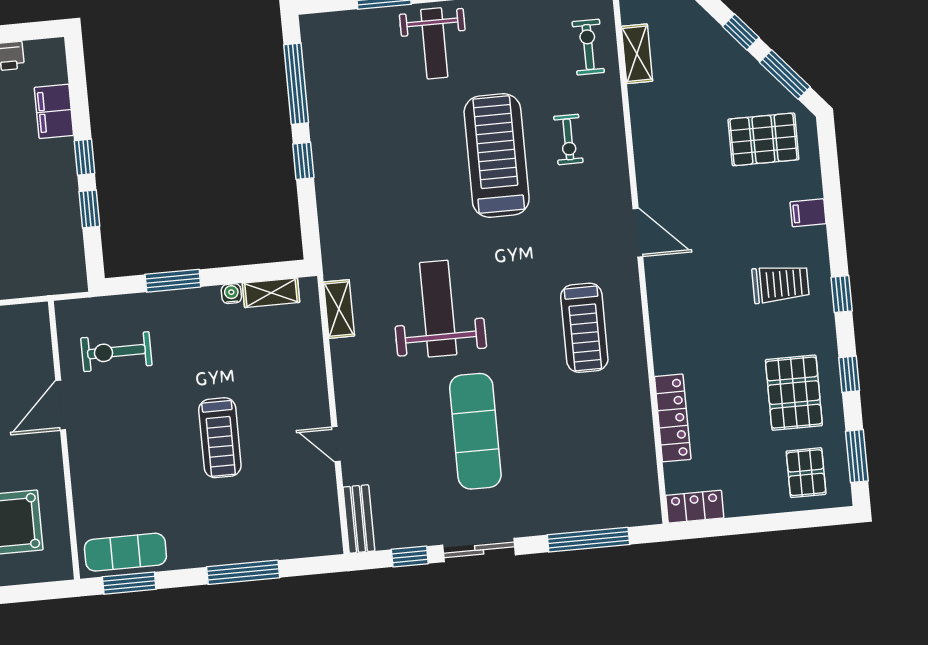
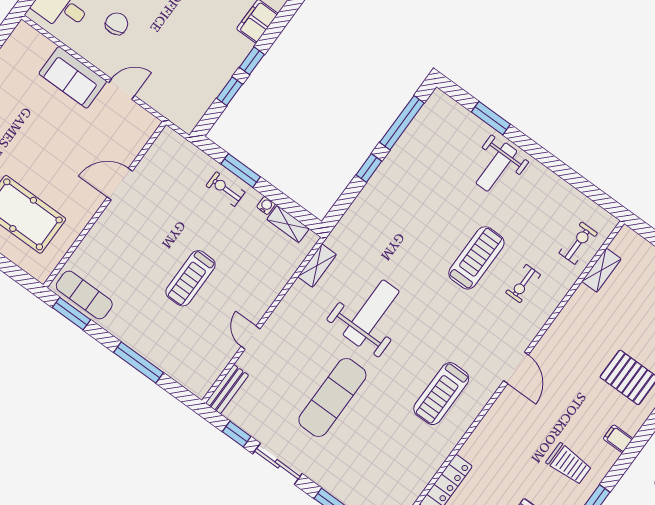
treadmill: (497, 156) -> (476, 258), width x0.73, depth x0.73
exercise bike: (116, 352) -> (225, 189), moved, width x0.73, depth x0.72

